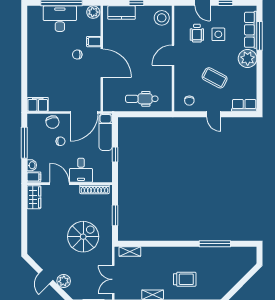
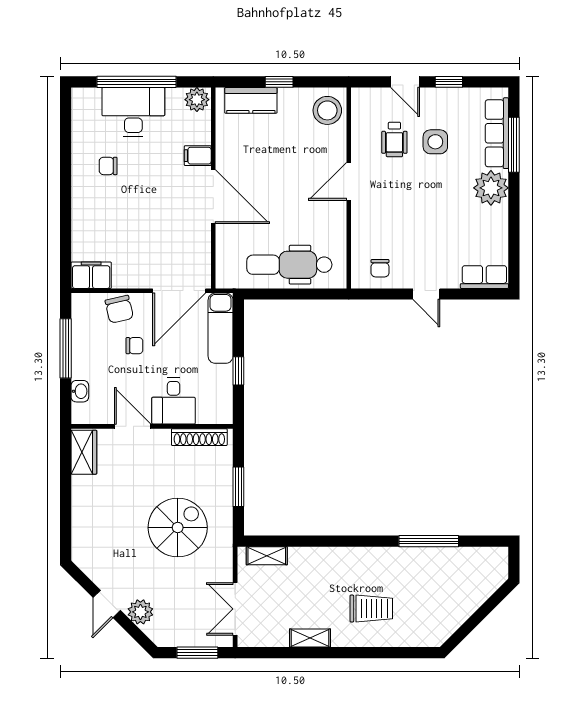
chair: (77, 55) -> (108, 166), moved
coffee table: (215, 78) -> (428, 225), removed
dental chair: (142, 99) -> (289, 265), width x1.36, depth x1.38
filing cabinet: (34, 177) -> (84, 413), removed

